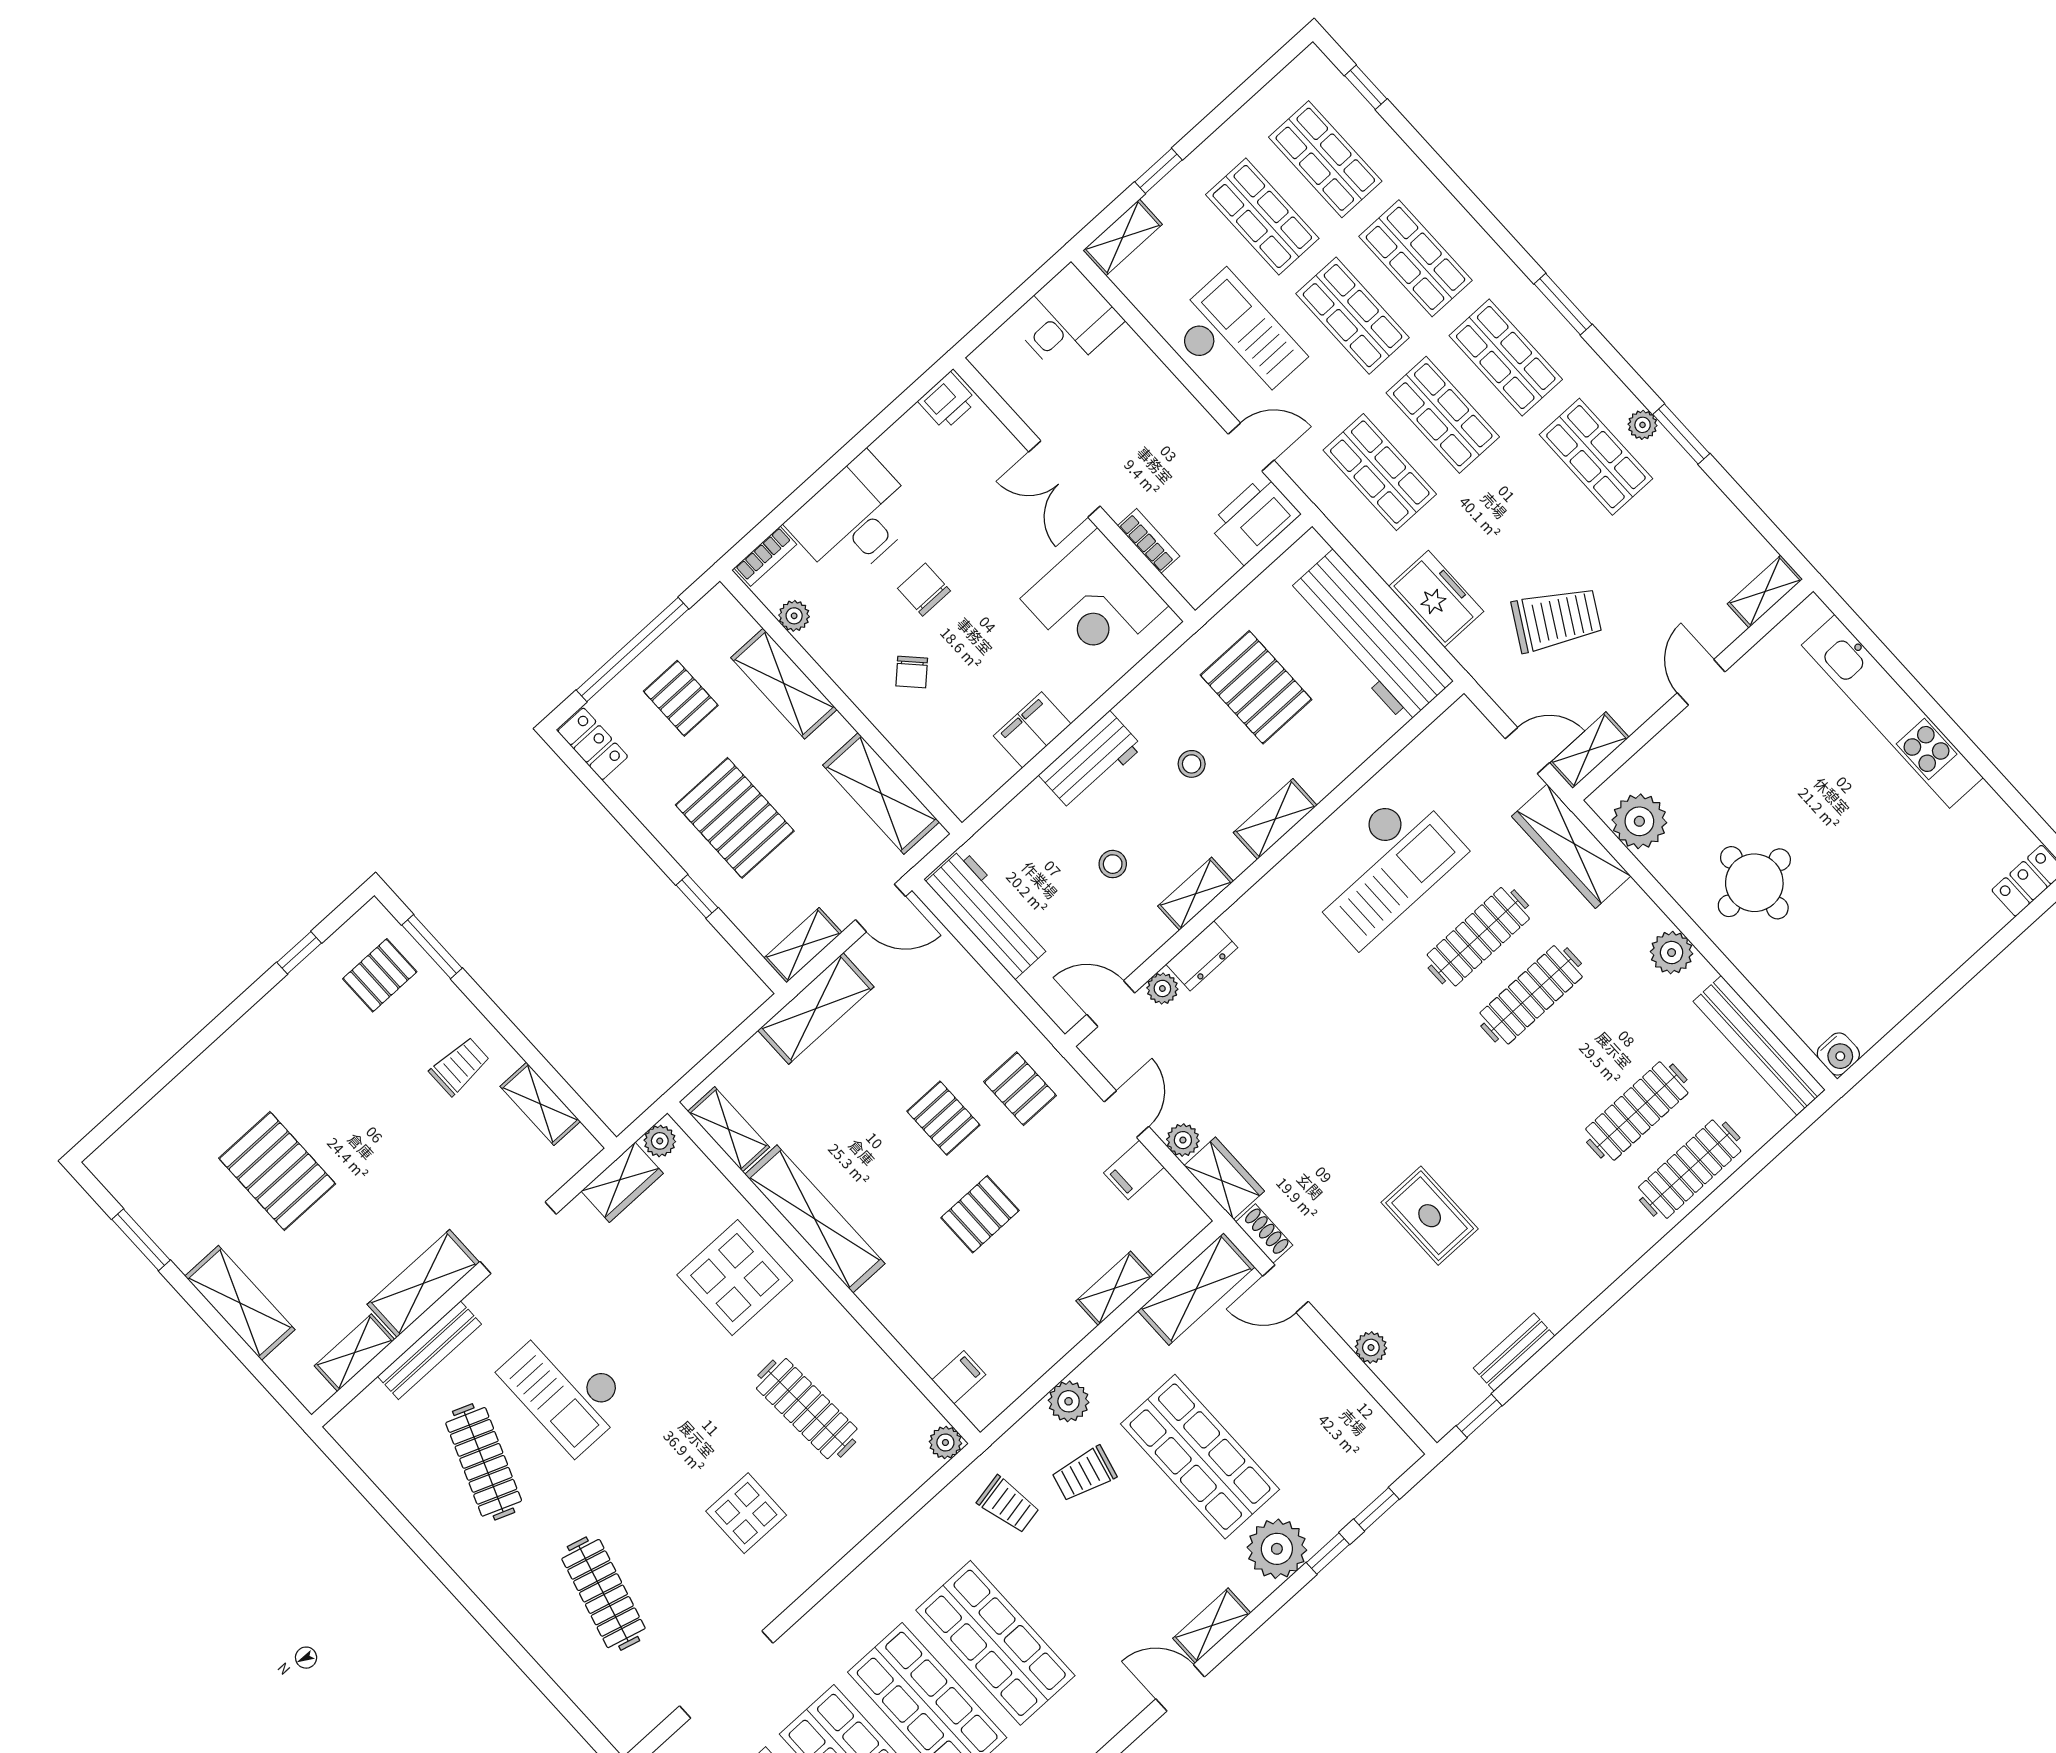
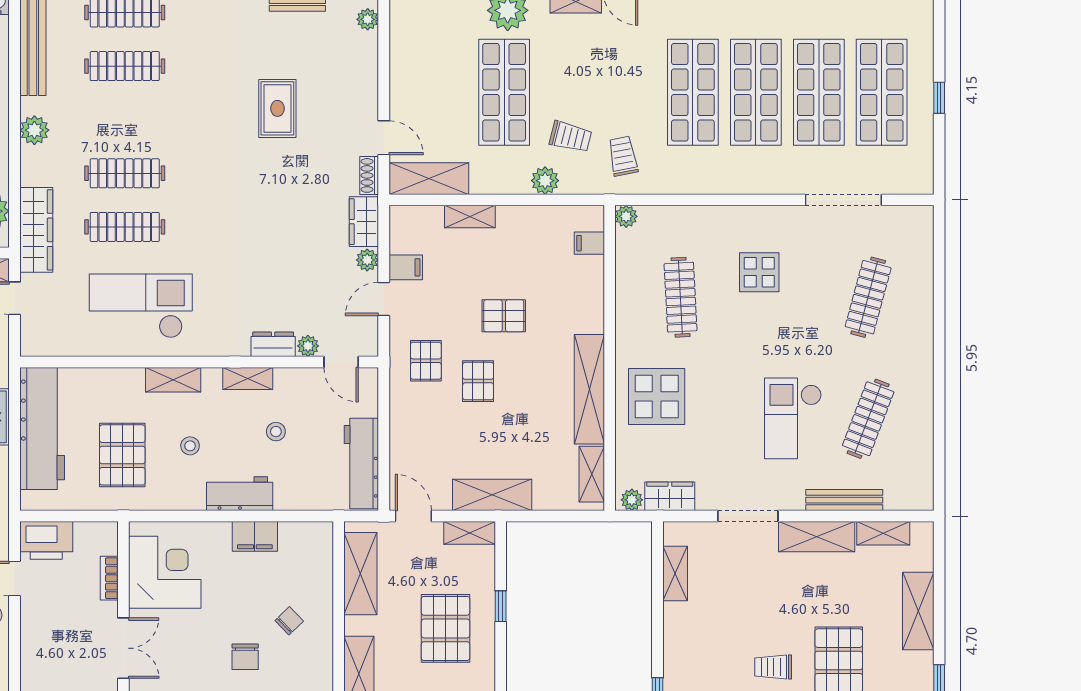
trolley: (460, 1066) -> (773, 667), moved
plant: (1371, 1347) -> (368, 19), moved
checkout: (565, 1388) -> (793, 418), turned 180

